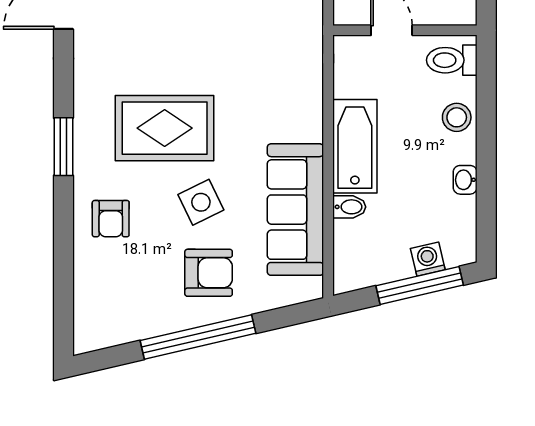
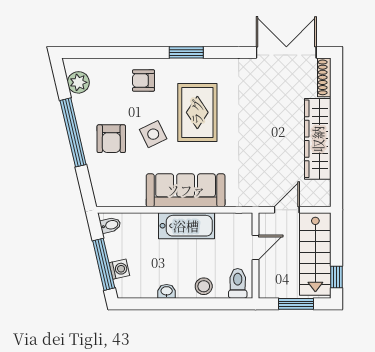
bidet: (349, 207) -> (110, 225), moved, turned -103
sofa: (295, 210) -> (186, 190), moved
plant: (114, 328) -> (78, 82), added

